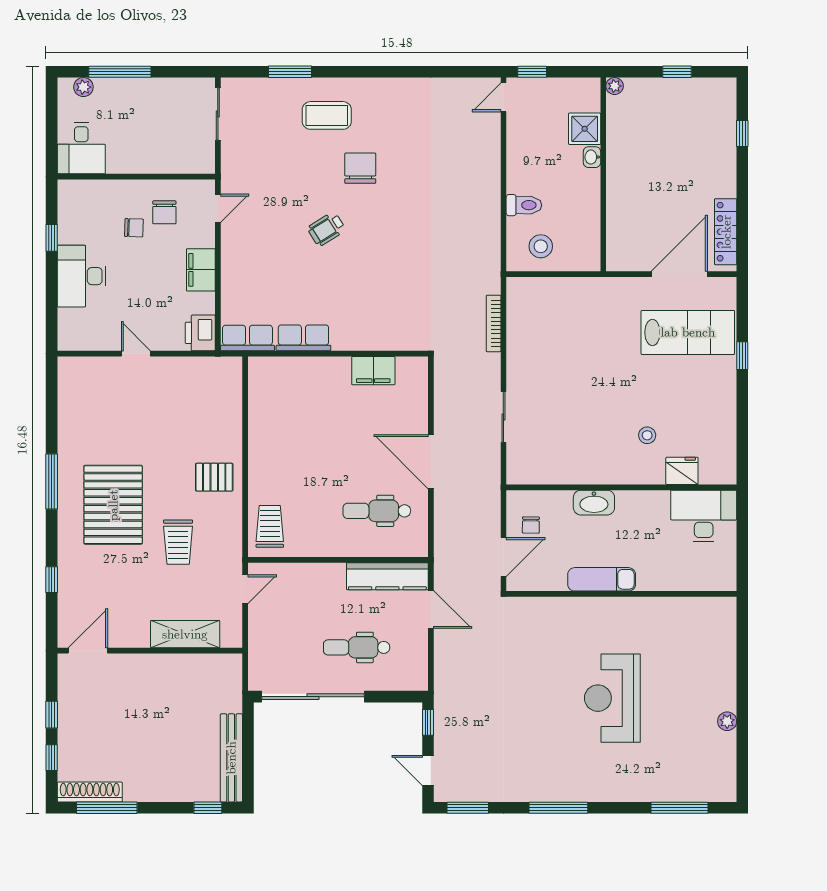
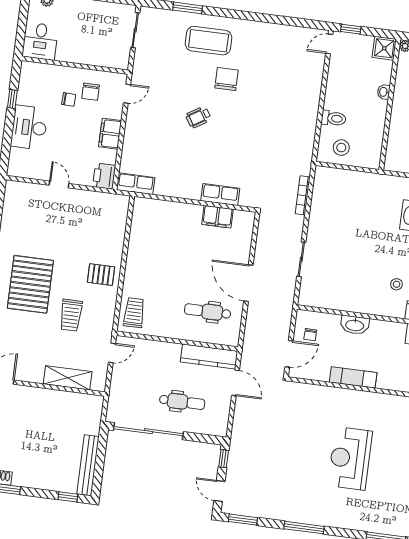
coffee table: (327, 115) -> (209, 41), width x1.36, depth x1.32
shower: (585, 129) -> (384, 48), moved
row of seats: (303, 338) -> (220, 195), moved
dental chair: (357, 647) -> (182, 402), turned 180

